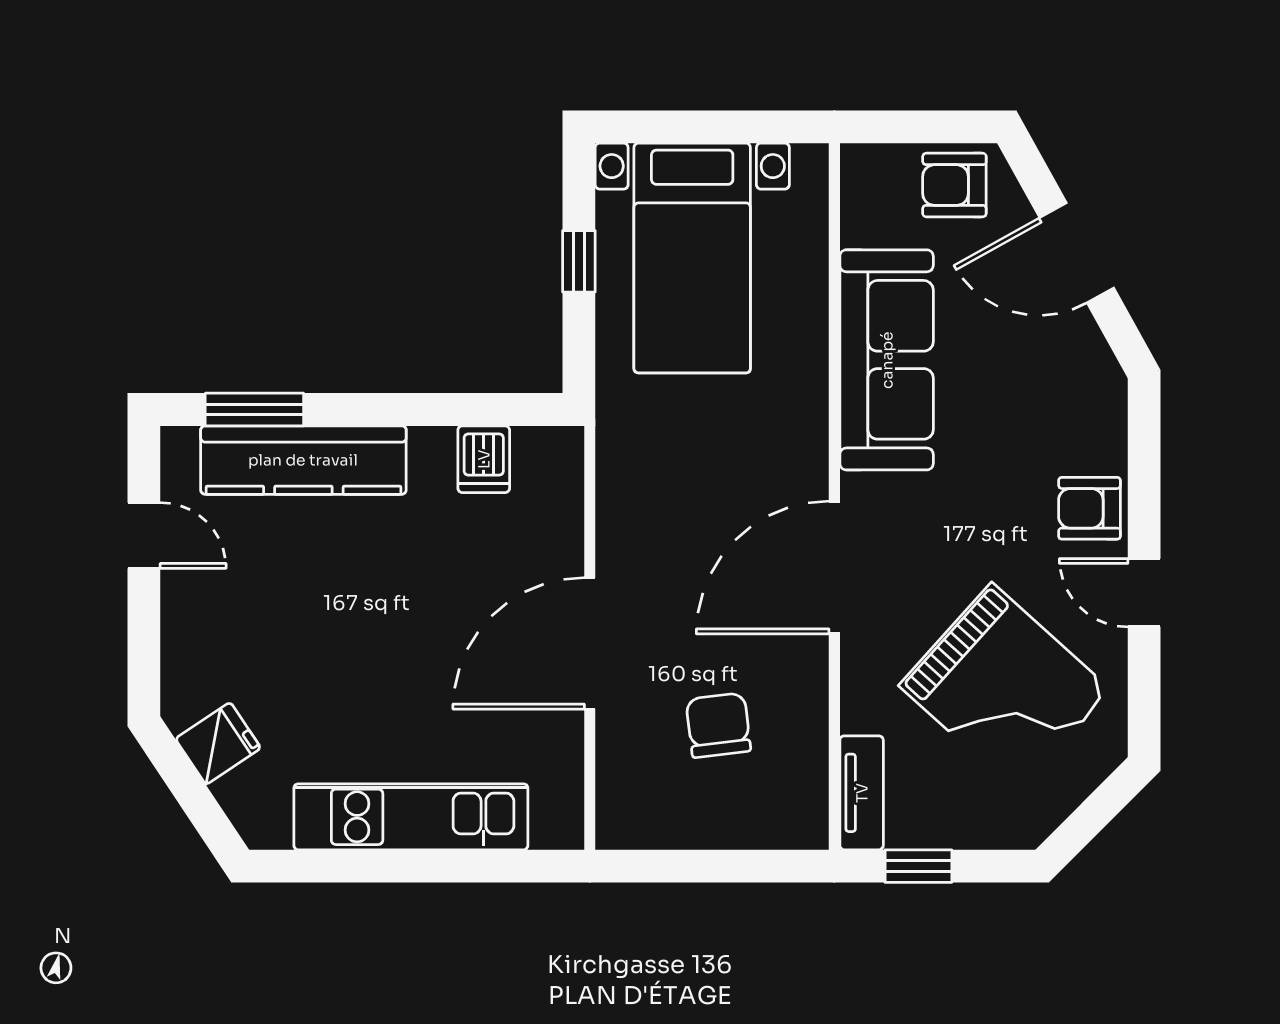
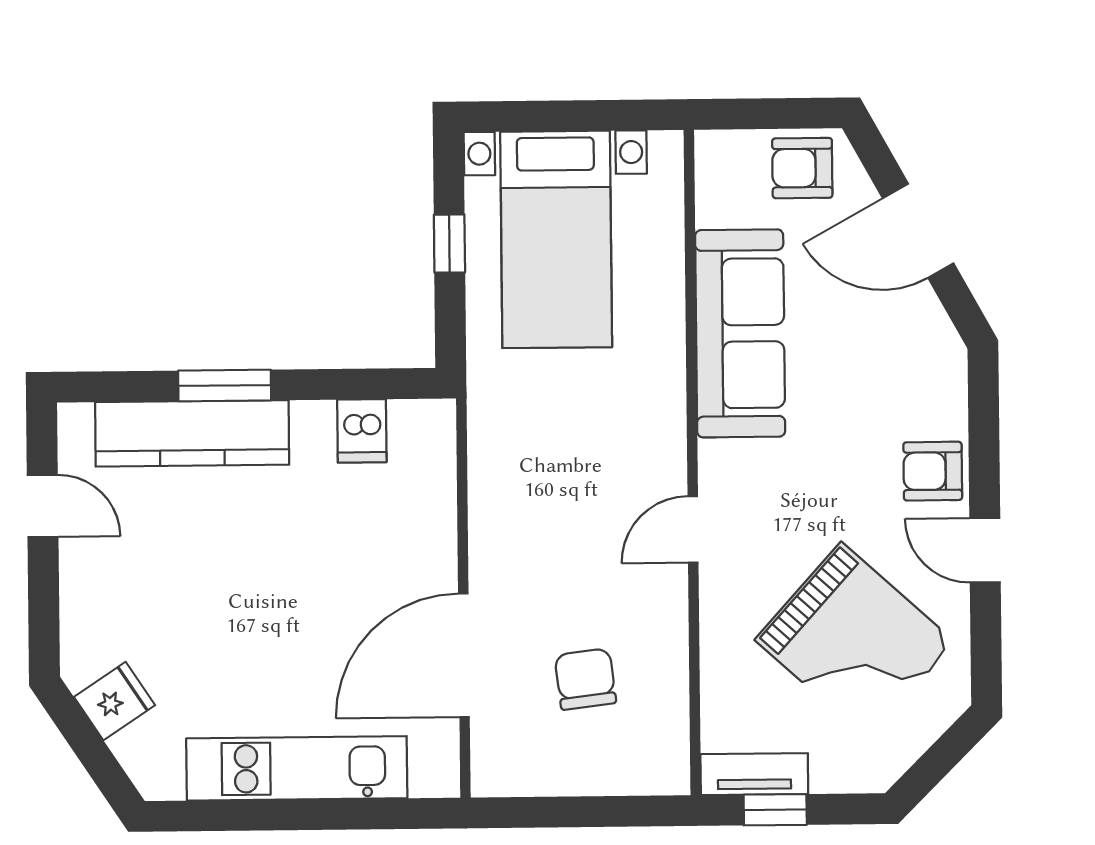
window: (254, 409) -> (225, 386), moved
door: (834, 567) -> (693, 529), width x0.53
door: (590, 643) -> (464, 655), moved
tv unit: (862, 793) -> (754, 774), moved, turned -90

